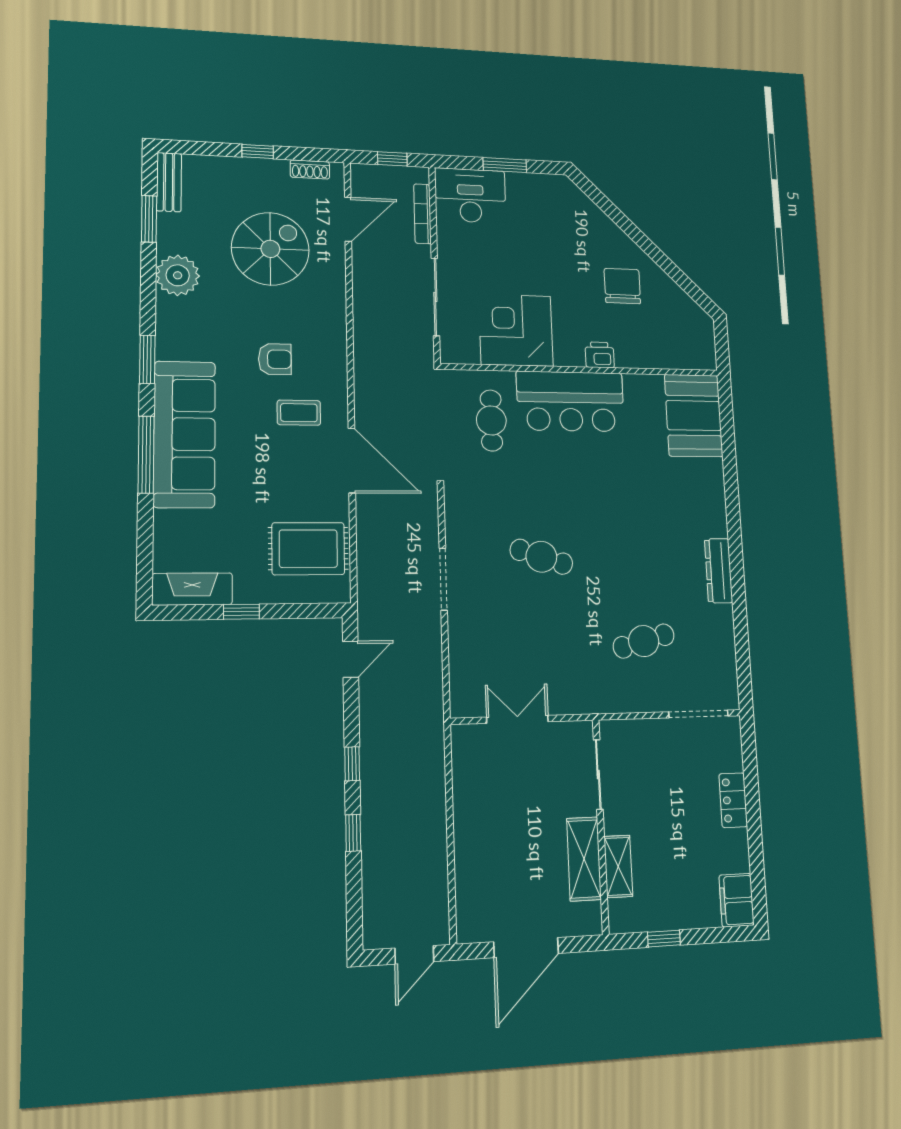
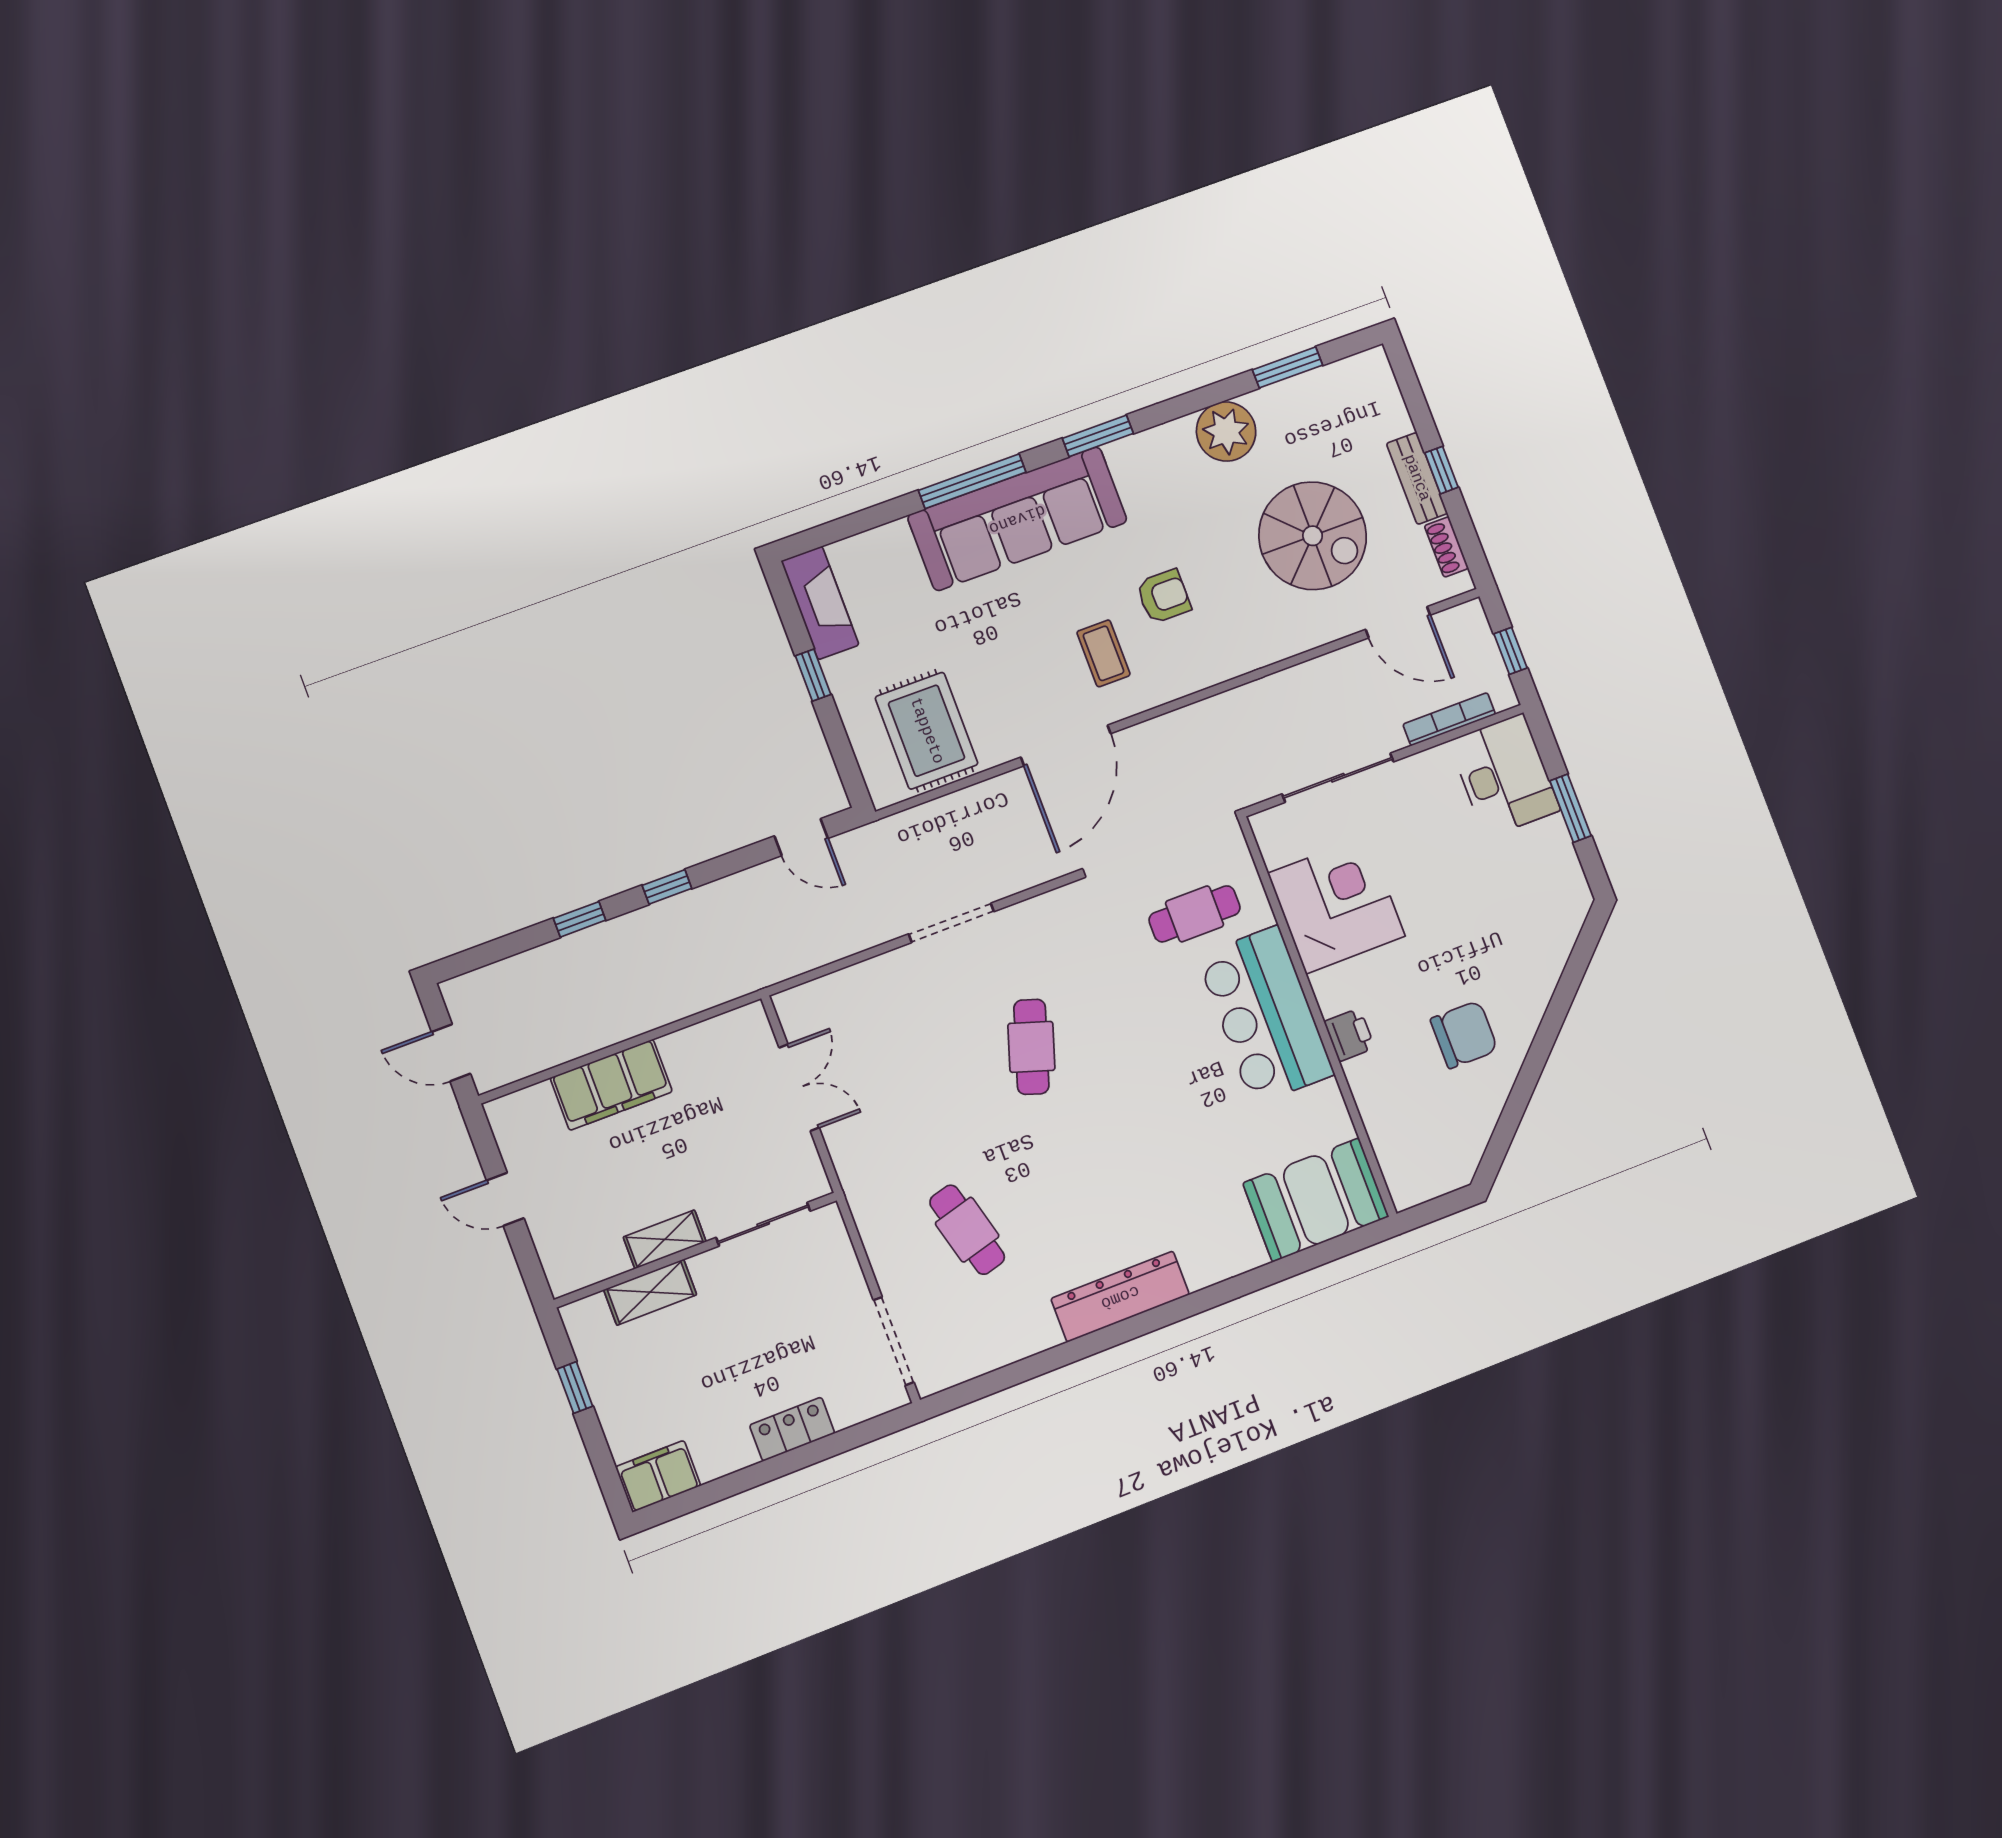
bench: (169, 182) -> (1417, 478), moved, turned 90
armchair: (275, 359) -> (1164, 596), turned -90
dresser: (719, 571) -> (1120, 1297), width x1.37, depth x1.24
filing cabinet: (474, 848) -> (611, 1085), added
shelving: (584, 859) -> (665, 1239), width x0.67, depth x0.75
door: (526, 948) -> (505, 1199), width x0.53

